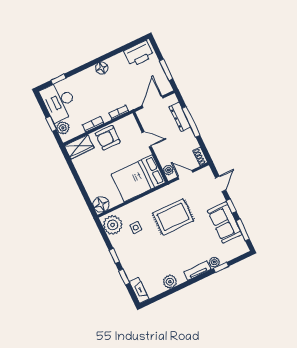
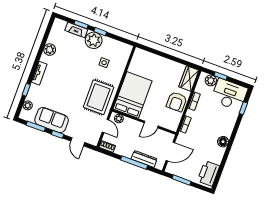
door: (153, 102) -> (170, 151), hinge flipped
armchair: (108, 138) -> (177, 102), turned 180
door: (185, 175) -> (105, 126), hinge flipped
floor lamp: (101, 204) -> (140, 56), removed
rug: (173, 217) -> (99, 97), moved
plant: (113, 225) -> (94, 40), moved
plant: (214, 262) -> (28, 105), moved
fireplace: (139, 290) -> (76, 30), moved

